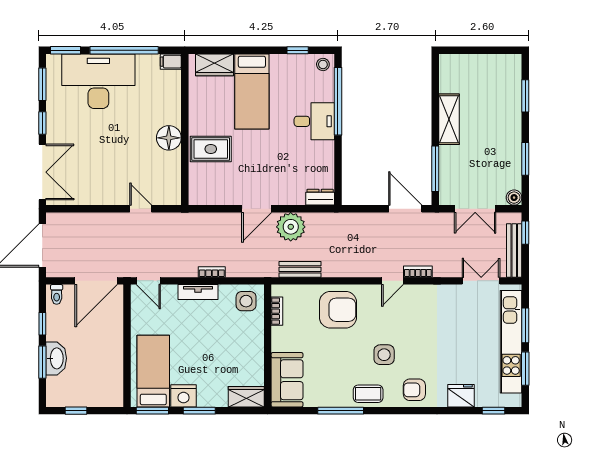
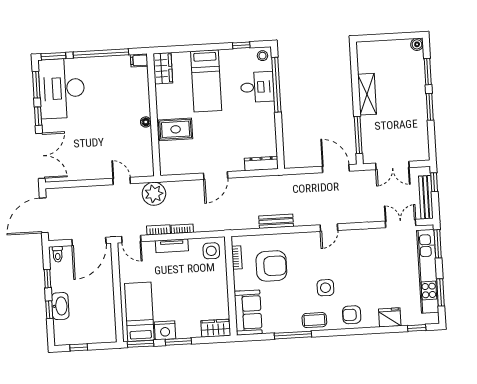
wardrobe: (215, 65) -> (163, 68), moved, turned -90
desk: (98, 81) -> (62, 88), moved, turned -90
desk: (314, 121) -> (257, 87), moved
floor lamp: (169, 138) -> (146, 122), width x0.53, depth x0.53
window: (525, 159) -> (430, 107), moved
dresser: (320, 197) -> (261, 164), width x1.44
boiler: (514, 198) -> (417, 44), moved
plant: (291, 227) -> (154, 194), moved
bench: (300, 269) -> (276, 221), moved
bookcase: (418, 272) -> (158, 230), moved
armchair: (338, 310) -> (271, 266), moved
window: (525, 325) -> (438, 244), moved
window: (42, 362) -> (49, 310), width x0.67

